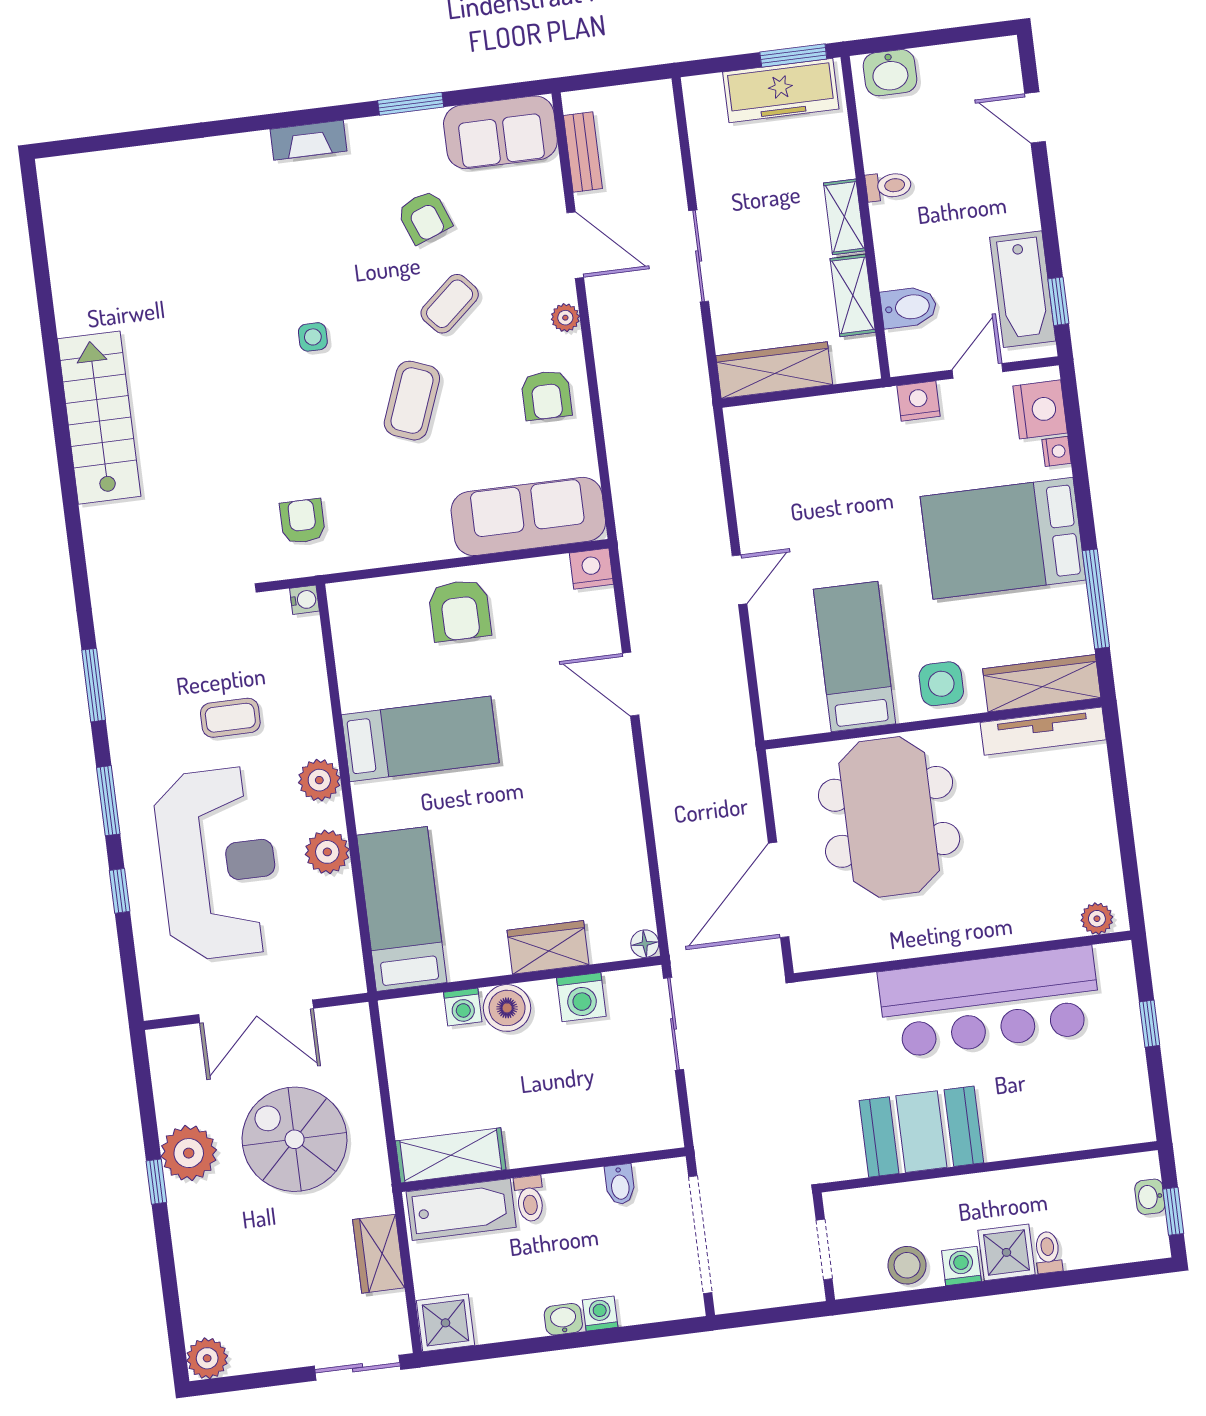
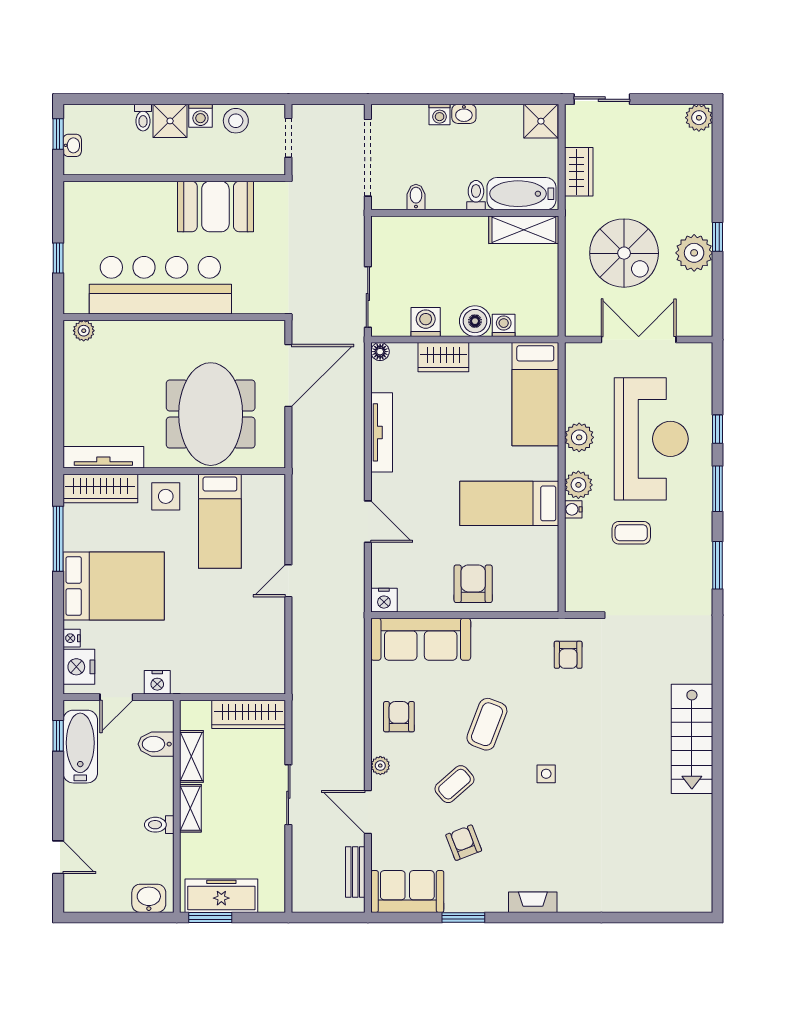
water cooler: (304, 600) -> (573, 509), moved
tv unit: (627, 822) -> (382, 432), added
reception desk: (218, 863) -> (651, 439), turned 180

